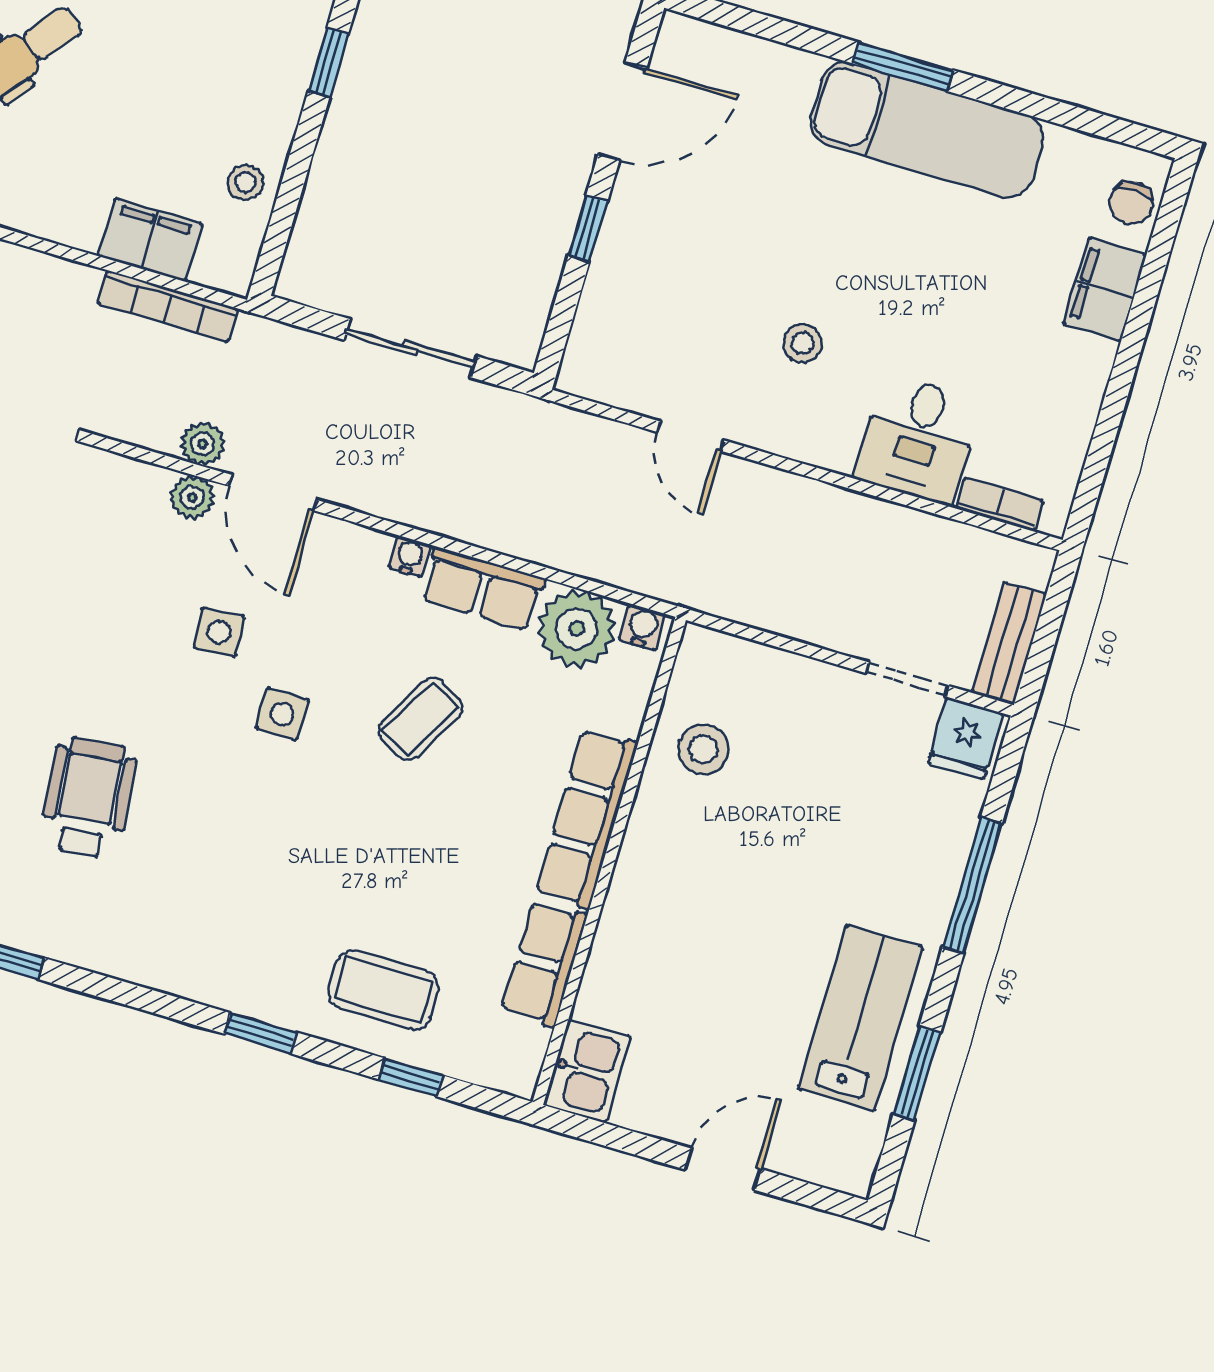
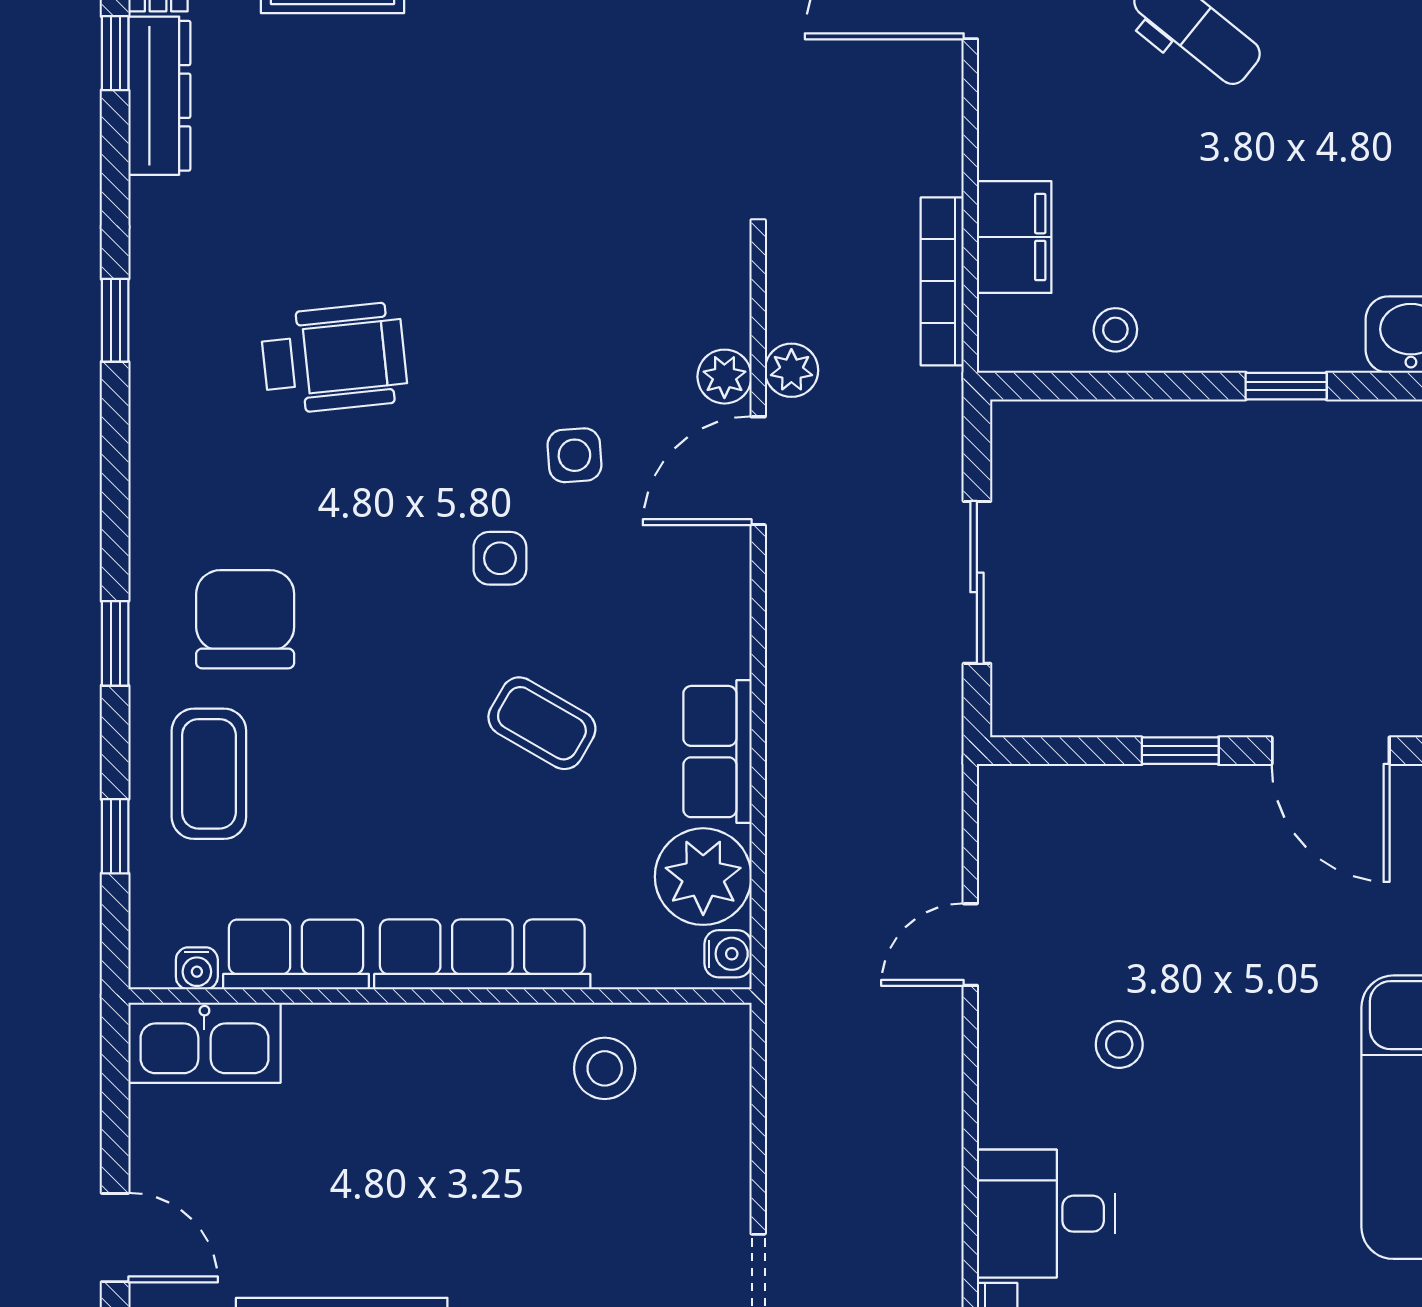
water cooler: (410, 556) -> (197, 968), moved, turned 90
chair: (271, 926) -> (245, 619), added
kitchen sink: (587, 1071) -> (204, 1043), width x1.38

